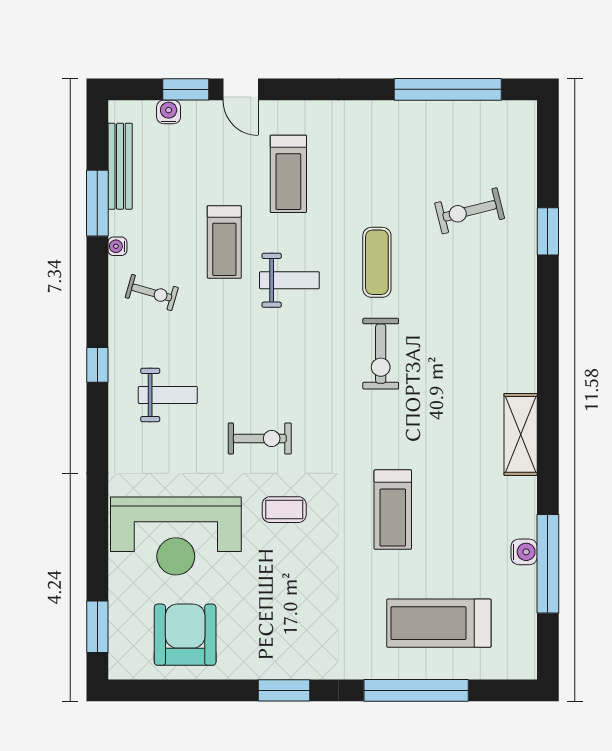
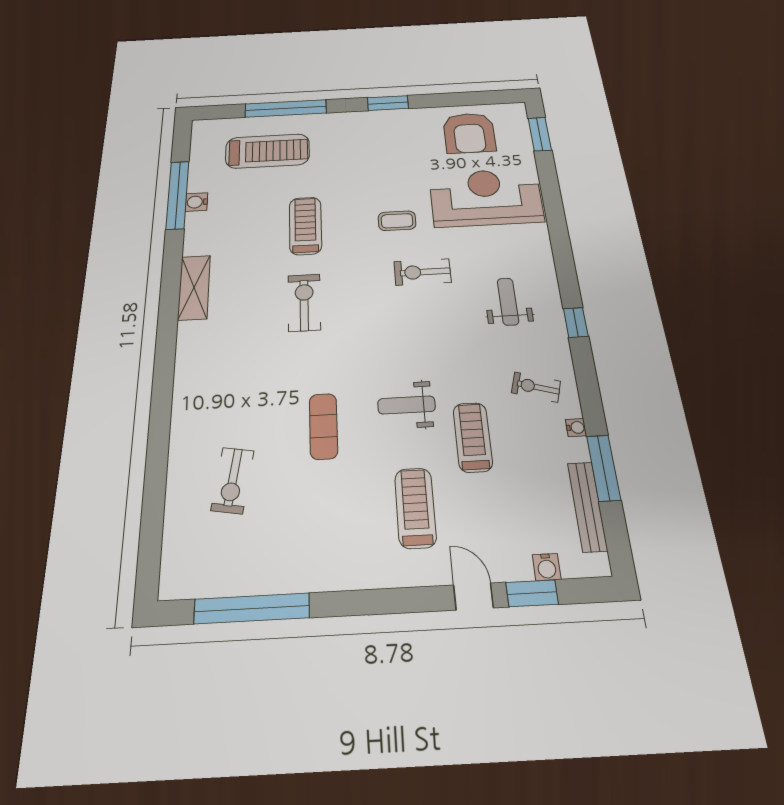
exercise bike: (470, 211) -> (233, 480), turned 113
window: (548, 231) -> (157, 464), removed
exercise bike: (381, 354) -> (304, 302), moved
weight bench: (168, 395) -> (508, 302), turned 90

